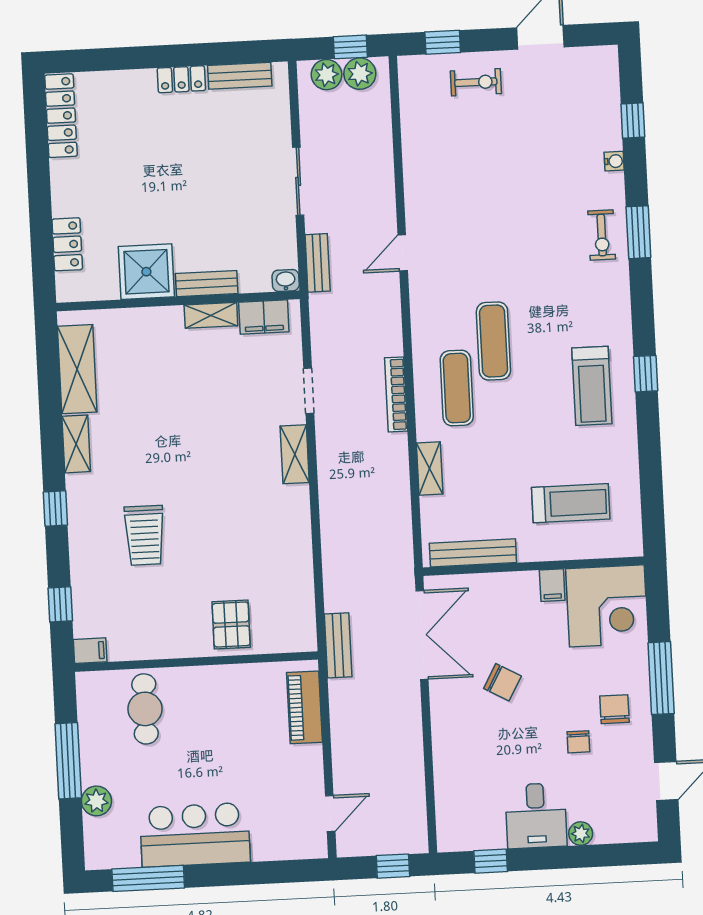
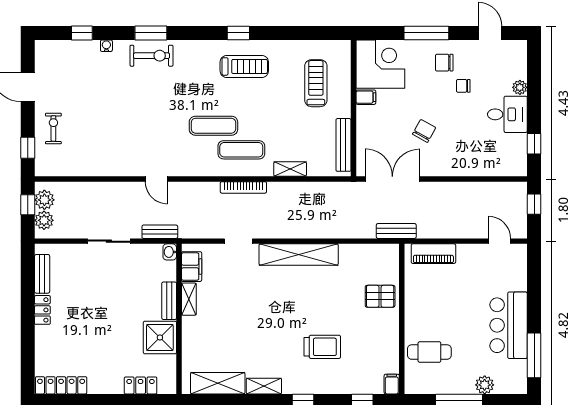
exercise bike: (602, 235) -> (152, 56), width x1.38, depth x1.39
shelving: (295, 454) -> (299, 254), width x2.20, depth x1.33
chair: (578, 742) -> (463, 86), turned 180

